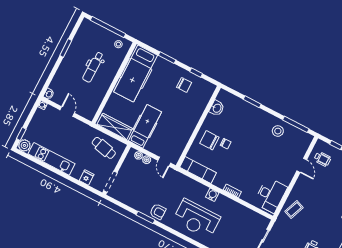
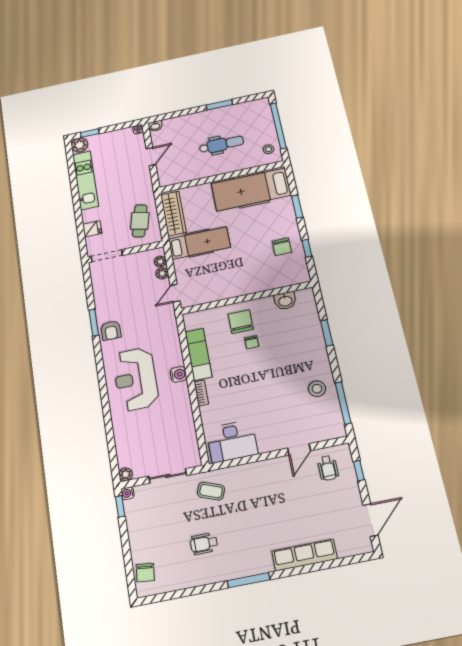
dental chair: (93, 67) -> (221, 145), turned 180
exam couch: (198, 170) -> (199, 354), moved
coffee table: (294, 209) -> (211, 491), moved

